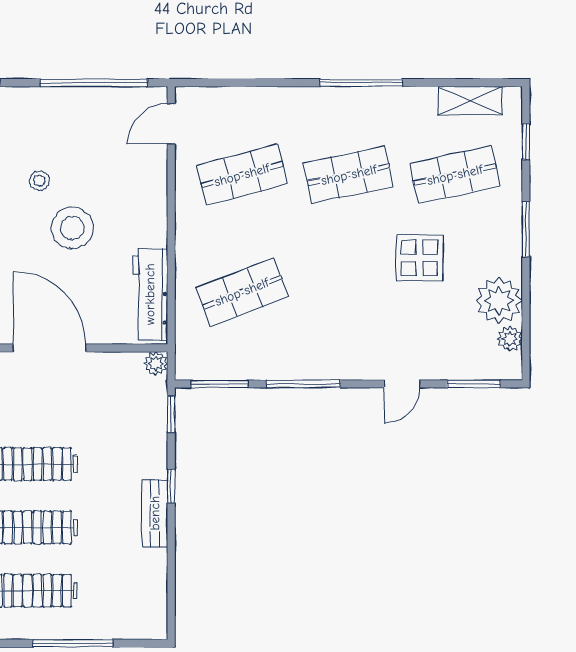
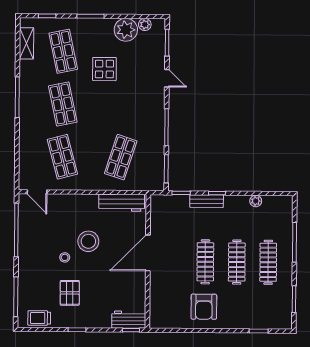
shop shelf: (242, 292) -> (121, 157), turned 39
plant: (156, 363) -> (256, 201), moved
bench: (155, 513) -> (207, 201), moved

